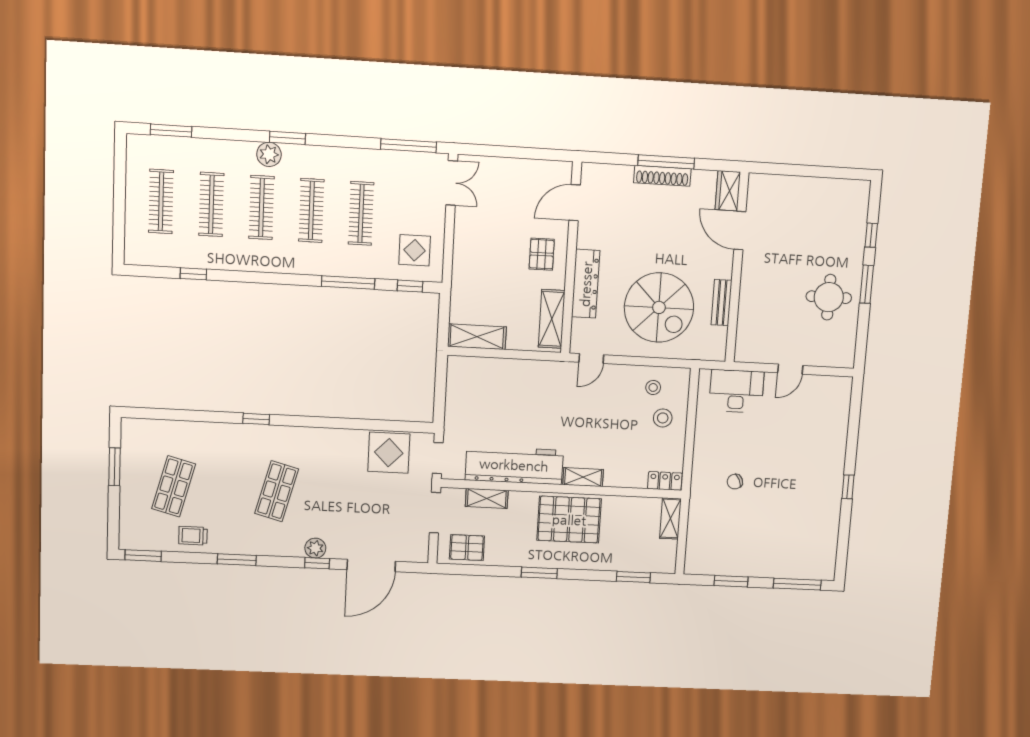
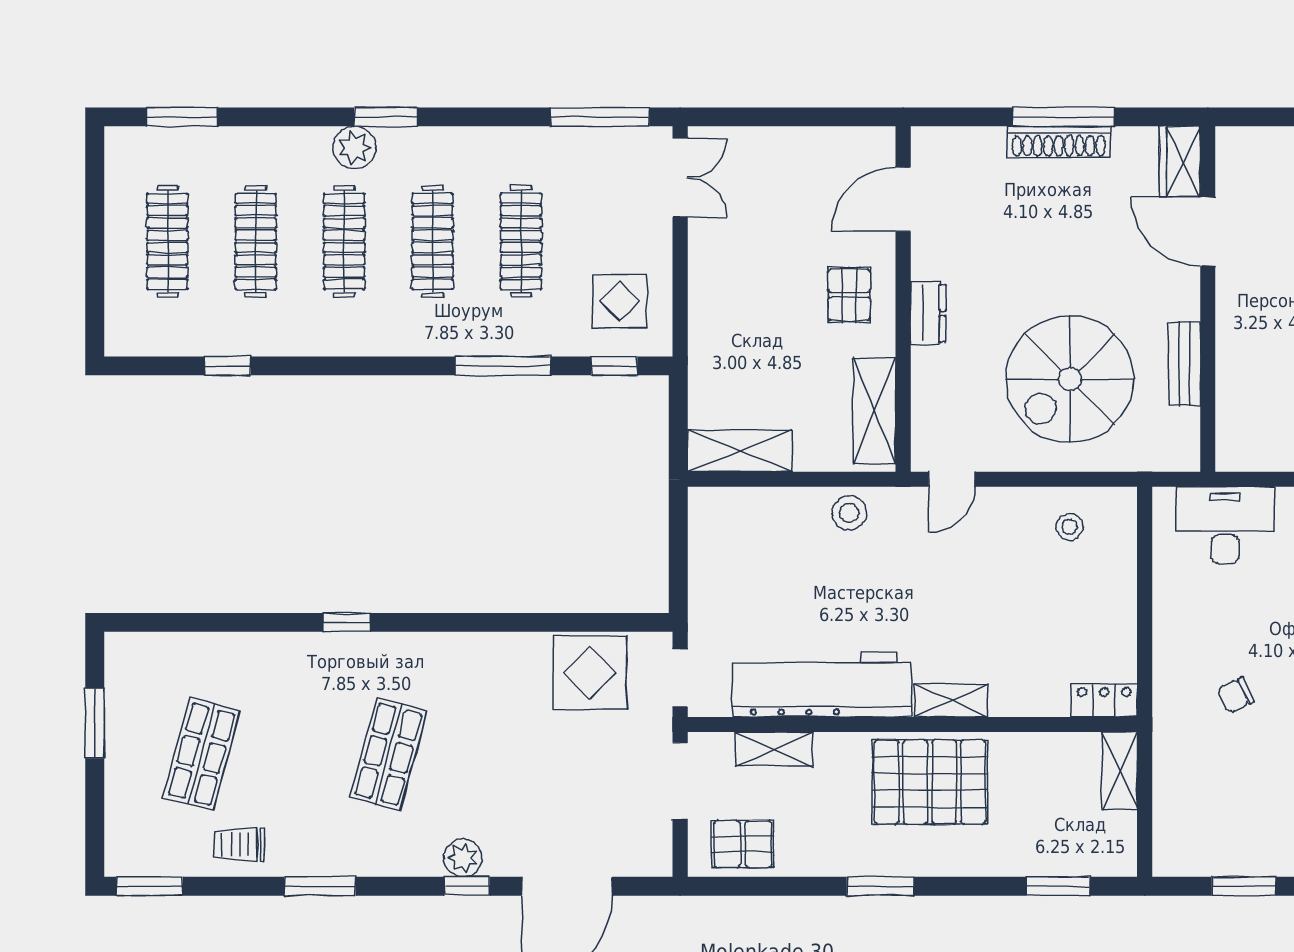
dresser: (586, 284) -> (928, 313), width x0.51, depth x0.80
spiral stairs: (659, 307) -> (1070, 379), turned 90
stool: (663, 418) -> (849, 513), moved

